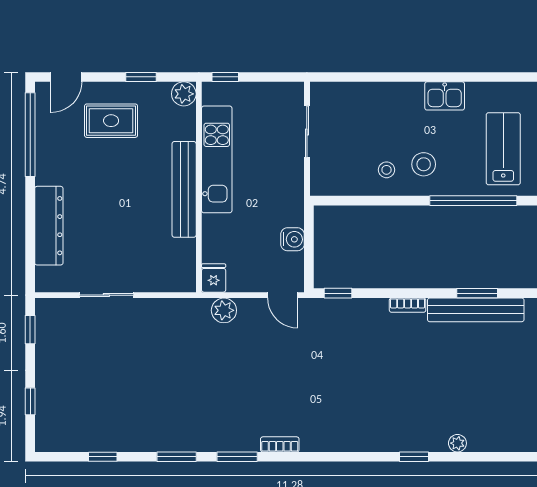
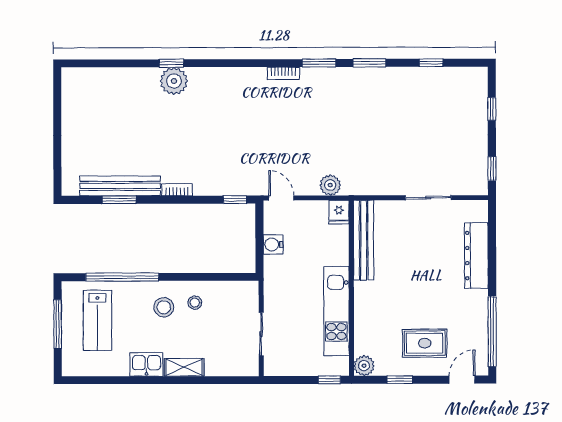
shelving: (399, 92) -> (184, 367), added
bench: (184, 189) -> (364, 240), moved
plant: (457, 443) -> (174, 81), moved, width x1.88, depth x1.88

